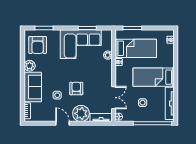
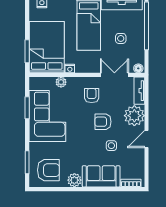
bed: (136, 48) -> (47, 47), width x1.50
armchair: (97, 79) -> (92, 96), added

